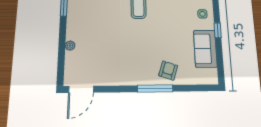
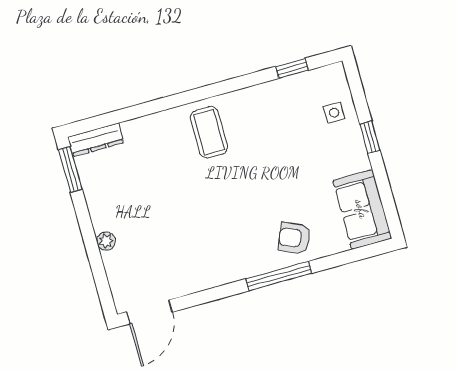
sofa: (205, 49) -> (362, 209), moved
armchair: (168, 71) -> (294, 238), turned -85

